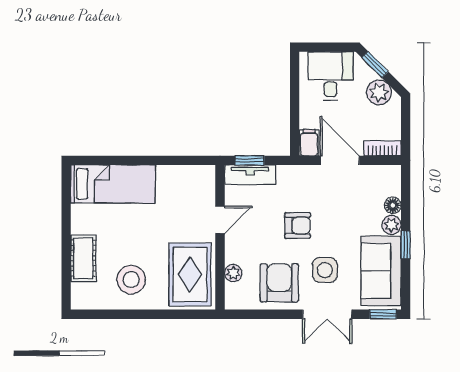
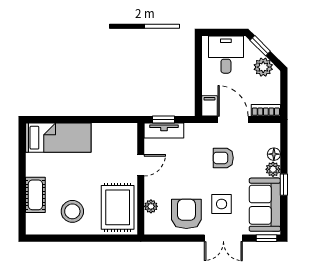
armchair: (298, 226) -> (223, 158), moved, turned 180

